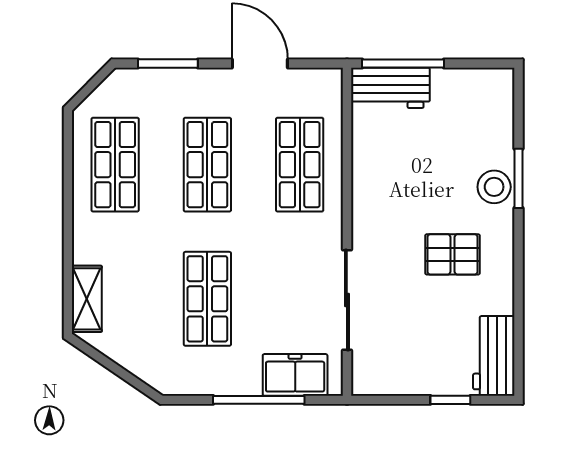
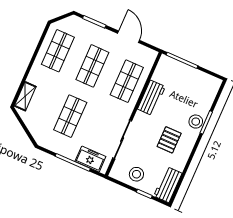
workbench: (390, 88) -> (151, 98), moved, turned -90
pallet: (453, 254) -> (169, 140), turned 90
stool: (413, 364) -> (136, 174), added

